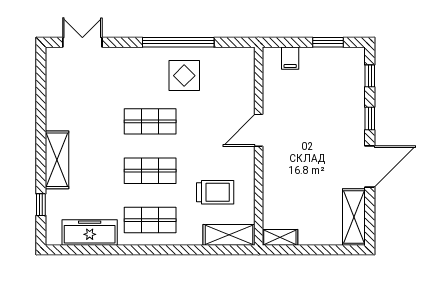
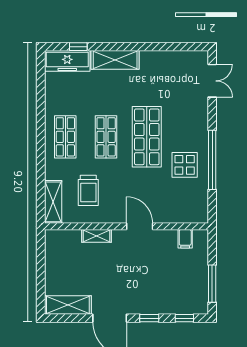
window: (328, 42) -> (212, 284), width x1.44
filing cabinet: (290, 58) -> (185, 239), moved, turned -90
shop shelf: (150, 121) -> (147, 137), width x1.43, depth x1.36
freezer: (90, 232) -> (67, 61), moved, turned 90
shelving: (280, 237) -> (96, 236), moved, turned 90

